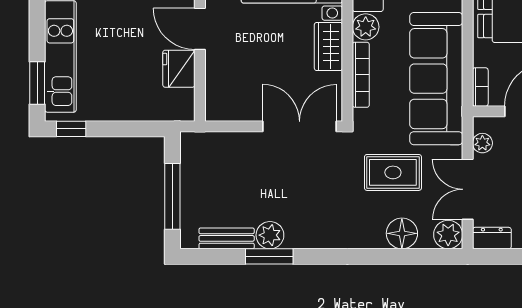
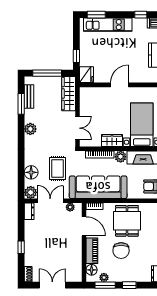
fridge: (179, 69) -> (87, 75), moved, turned 90
double door: (300, 126) -> (77, 128), width x0.73
window: (71, 129) -> (76, 56), moved
wardrobe: (220, 147) -> (69, 94), added
plant: (270, 235) -> (30, 129), moved
window: (269, 256) -> (21, 104), moved

